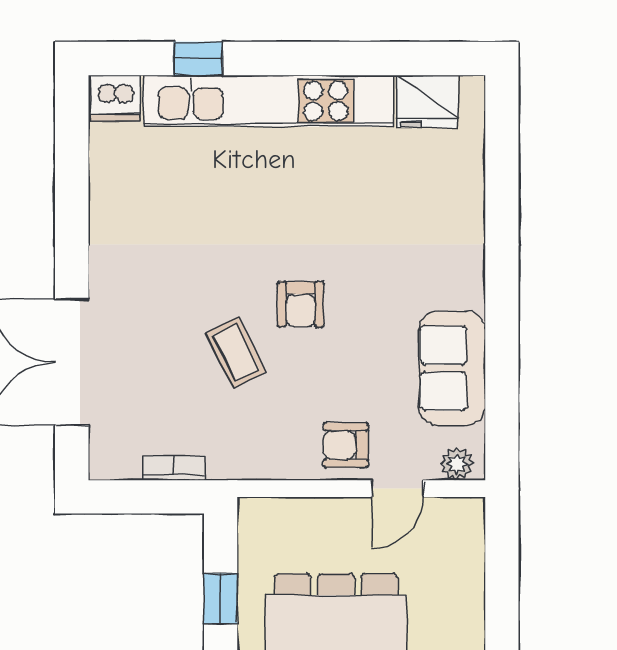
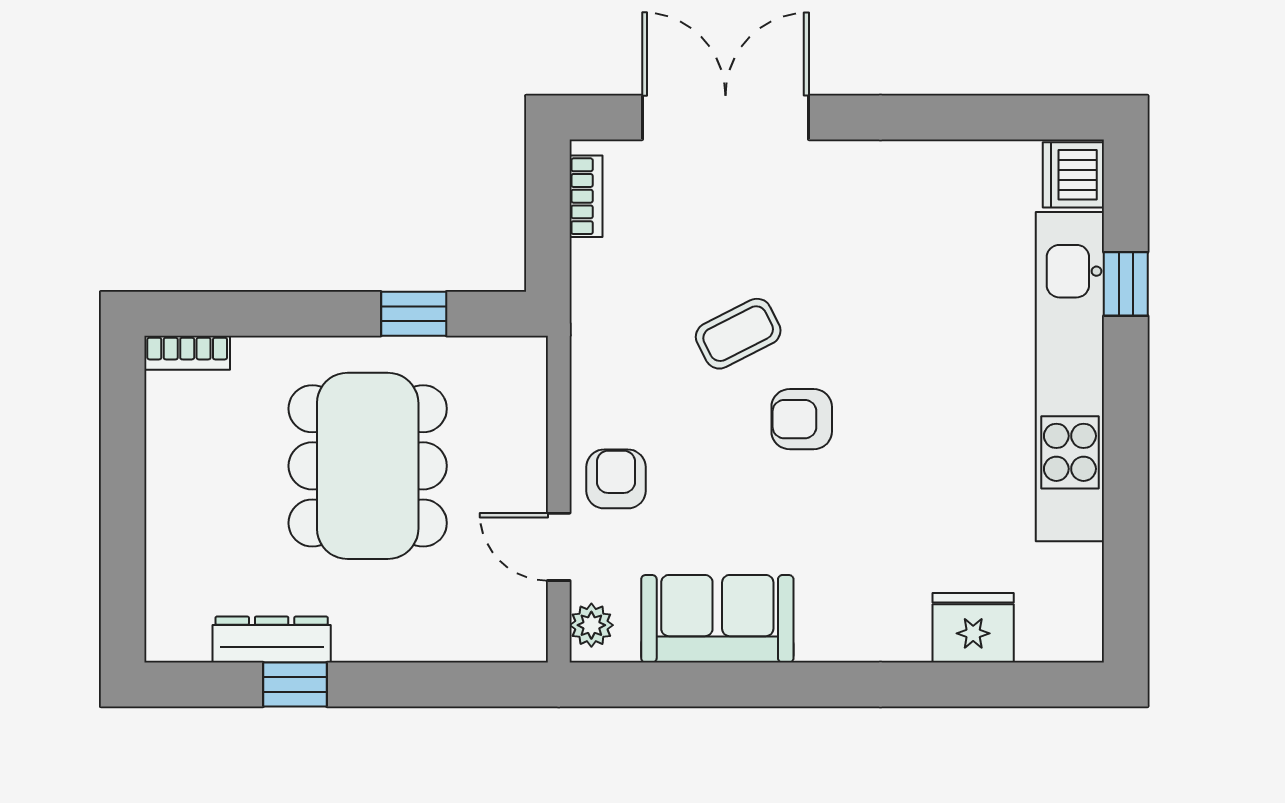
fridge: (427, 101) -> (973, 628), moved, turned 90
bookcase: (174, 468) -> (586, 196), moved

